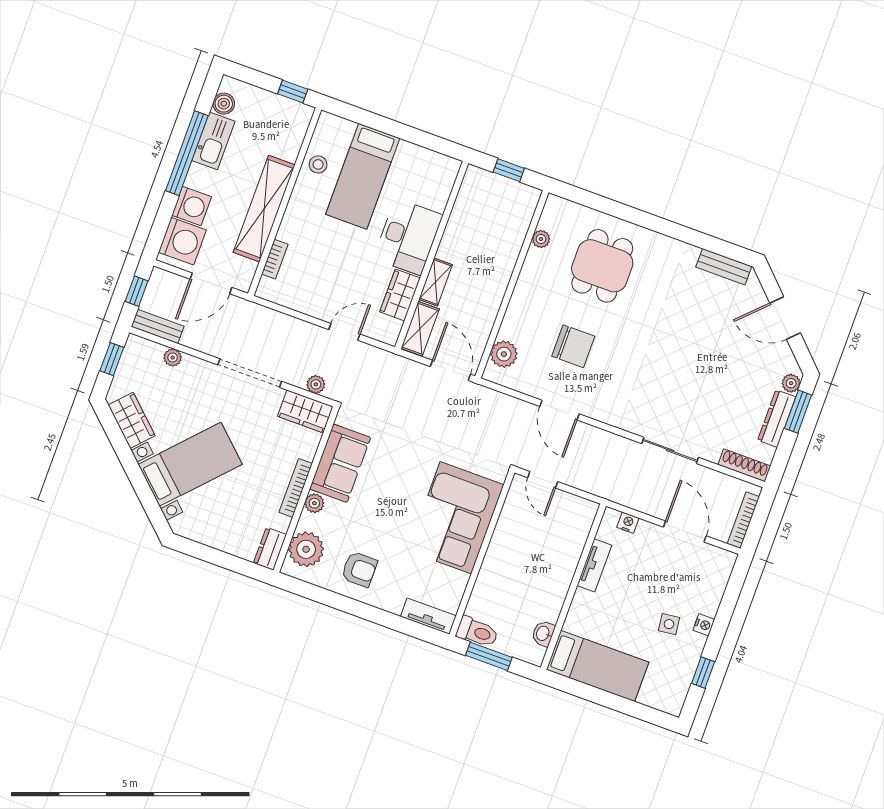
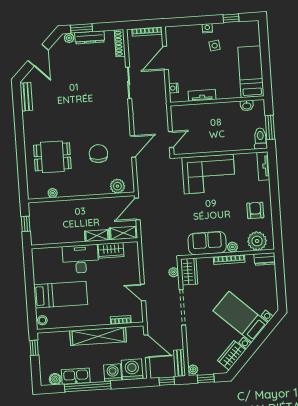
stool: (318, 164) -> (42, 320), moved
door: (344, 332) -> (143, 292), moved
plant: (173, 358) -> (193, 369), moved

